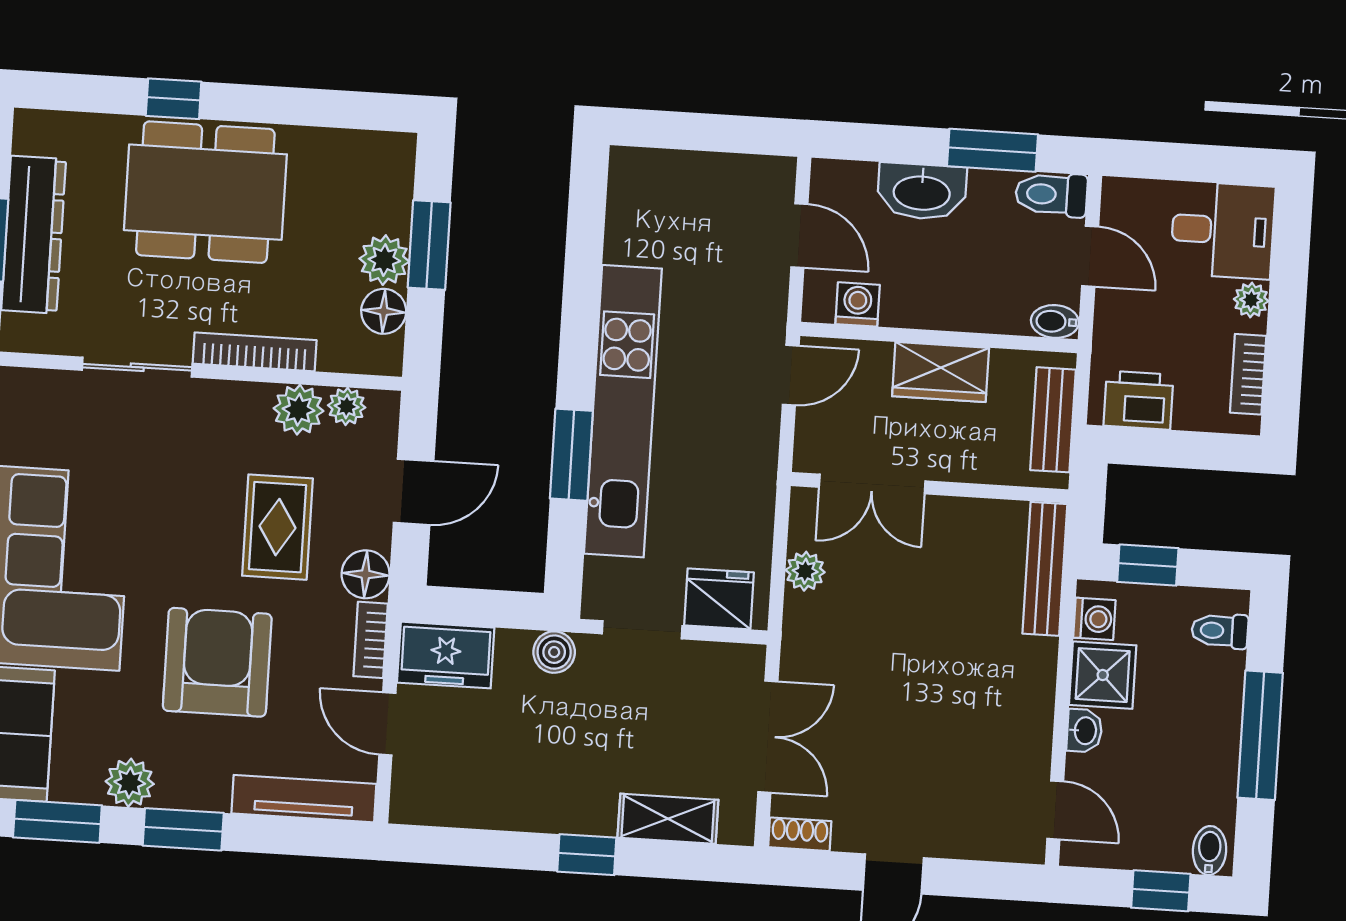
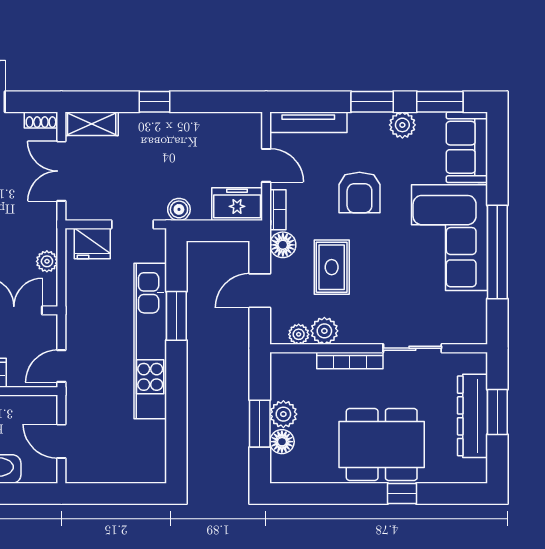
washing machine: (858, 304) -> (28, 406), removed
floor lamp: (384, 311) -> (282, 442), moved
armchair: (217, 662) -> (359, 193), width x0.73, depth x0.73
shelving: (668, 819) -> (92, 124), moved

